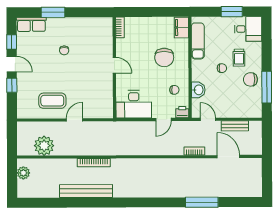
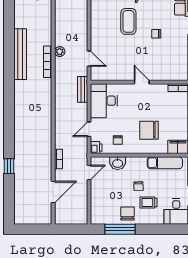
door: (114, 65) -> (142, 82), swing flipped
coffee table: (52, 101) -> (128, 21), moved
door: (74, 120) -> (89, 59), moved
door: (163, 120) -> (89, 129), hinge flipped
bench: (235, 126) -> (83, 89), moved
plant: (44, 146) -> (60, 52), moved, width x0.53, depth x0.53
window: (202, 202) -> (9, 166), width x0.46

